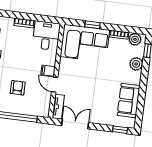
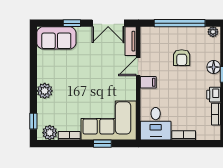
plant: (136, 64) -> (45, 91), moved
door: (55, 85) -> (138, 67), swing flipped
sofa: (129, 101) -> (56, 38), moved, turned 90
window: (120, 130) -> (72, 23), moved

